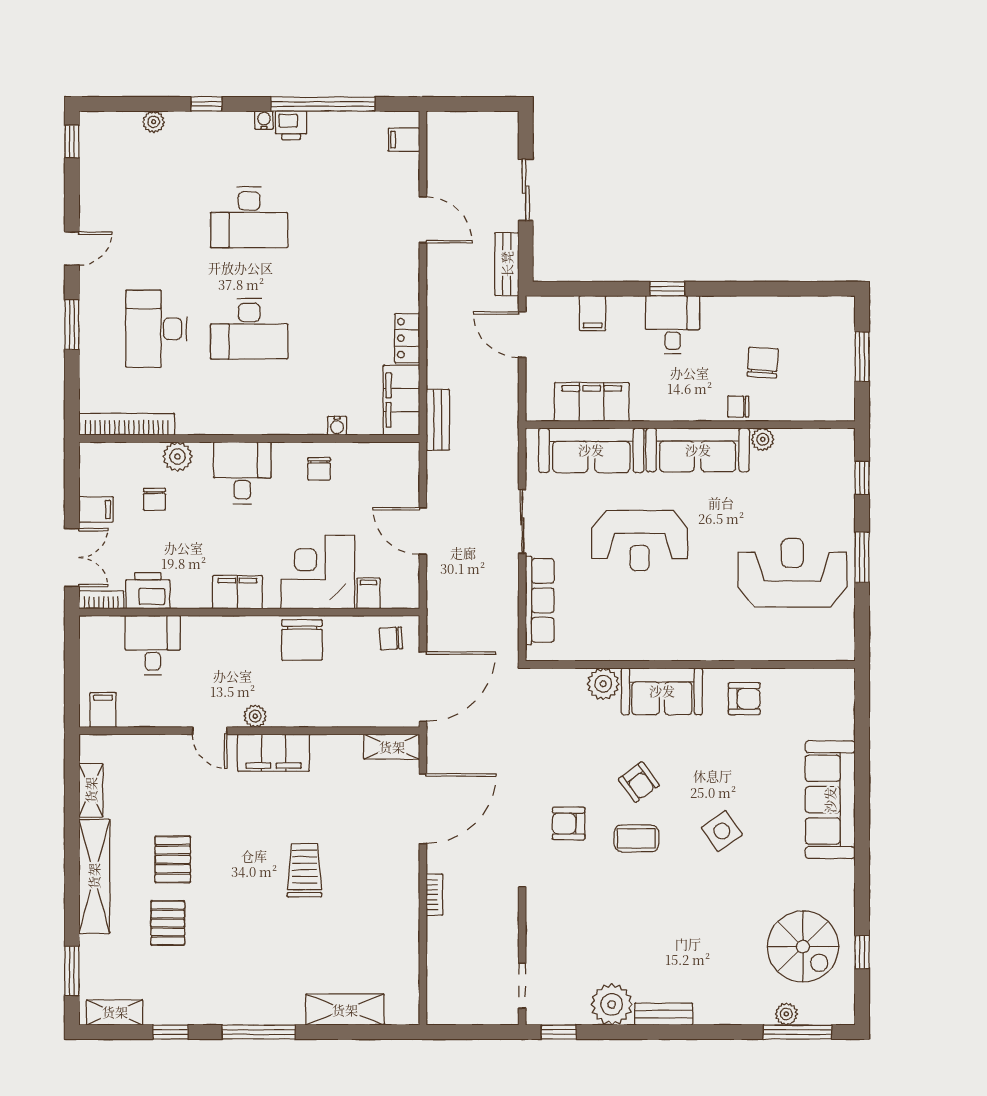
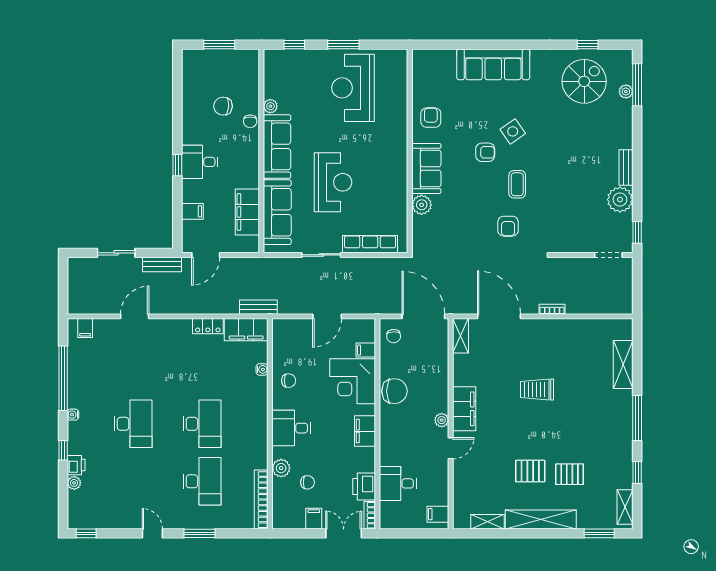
printer: (291, 125) -> (76, 465), moved
desk: (156, 329) -> (202, 481), turned -90
armchair: (639, 782) -> (485, 152), moved, turned 36

